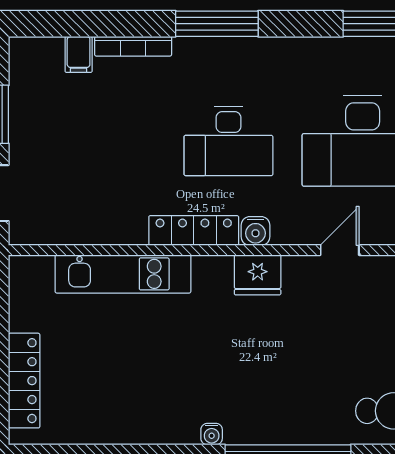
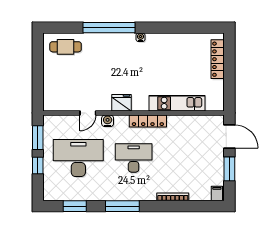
window: (217, 24) -> (122, 206), moved
filing cabinet: (79, 54) -> (217, 194), moved
water cooler: (256, 231) -> (108, 121), moved

